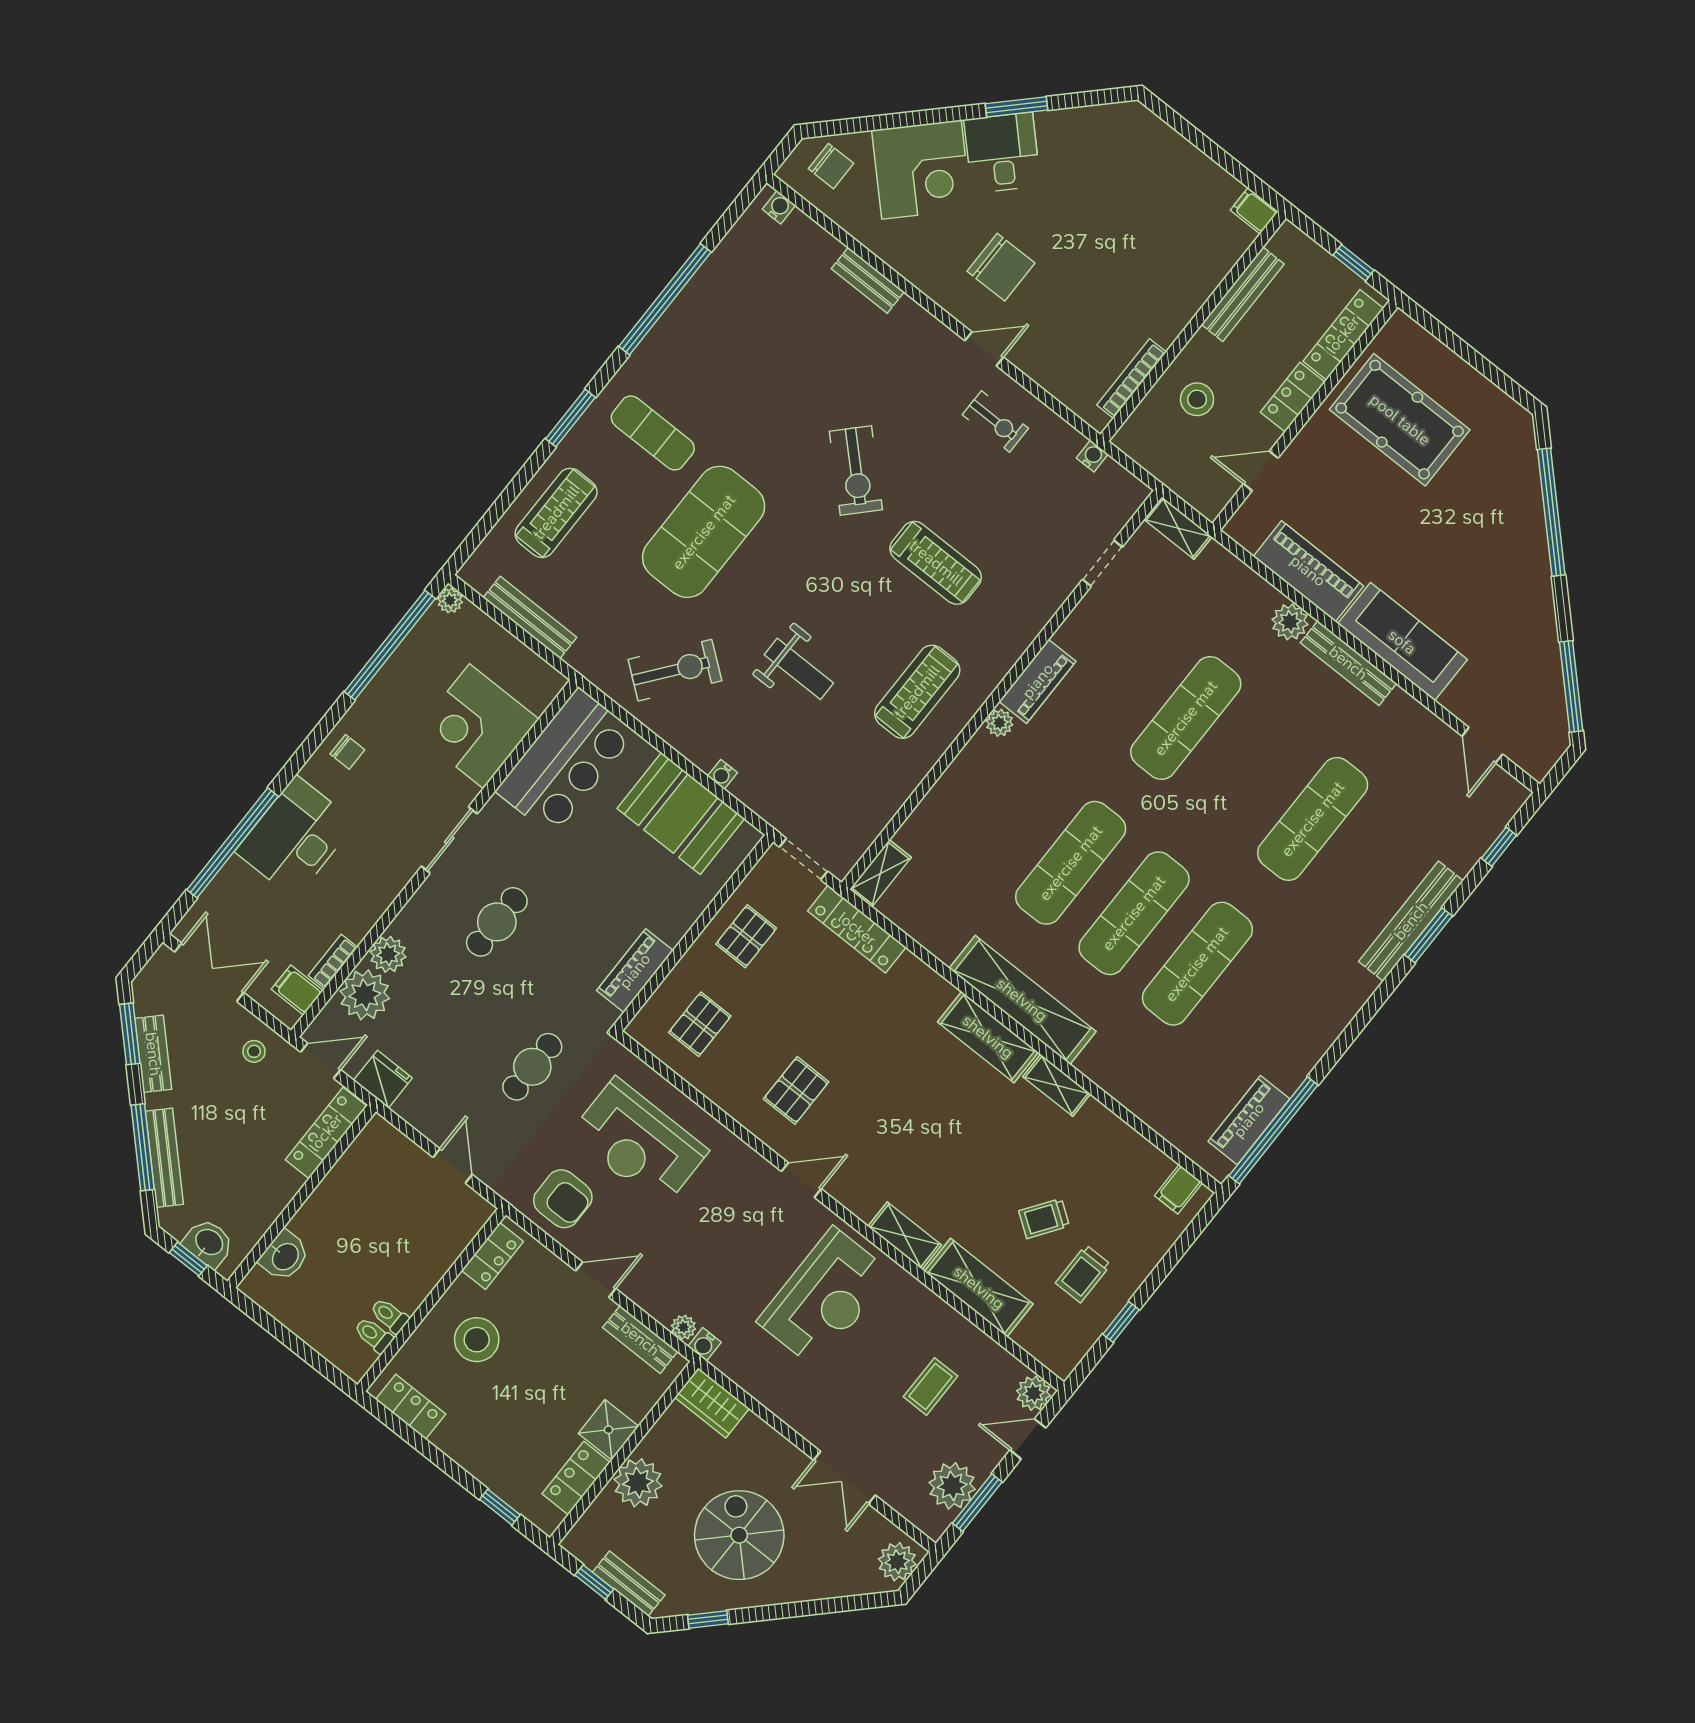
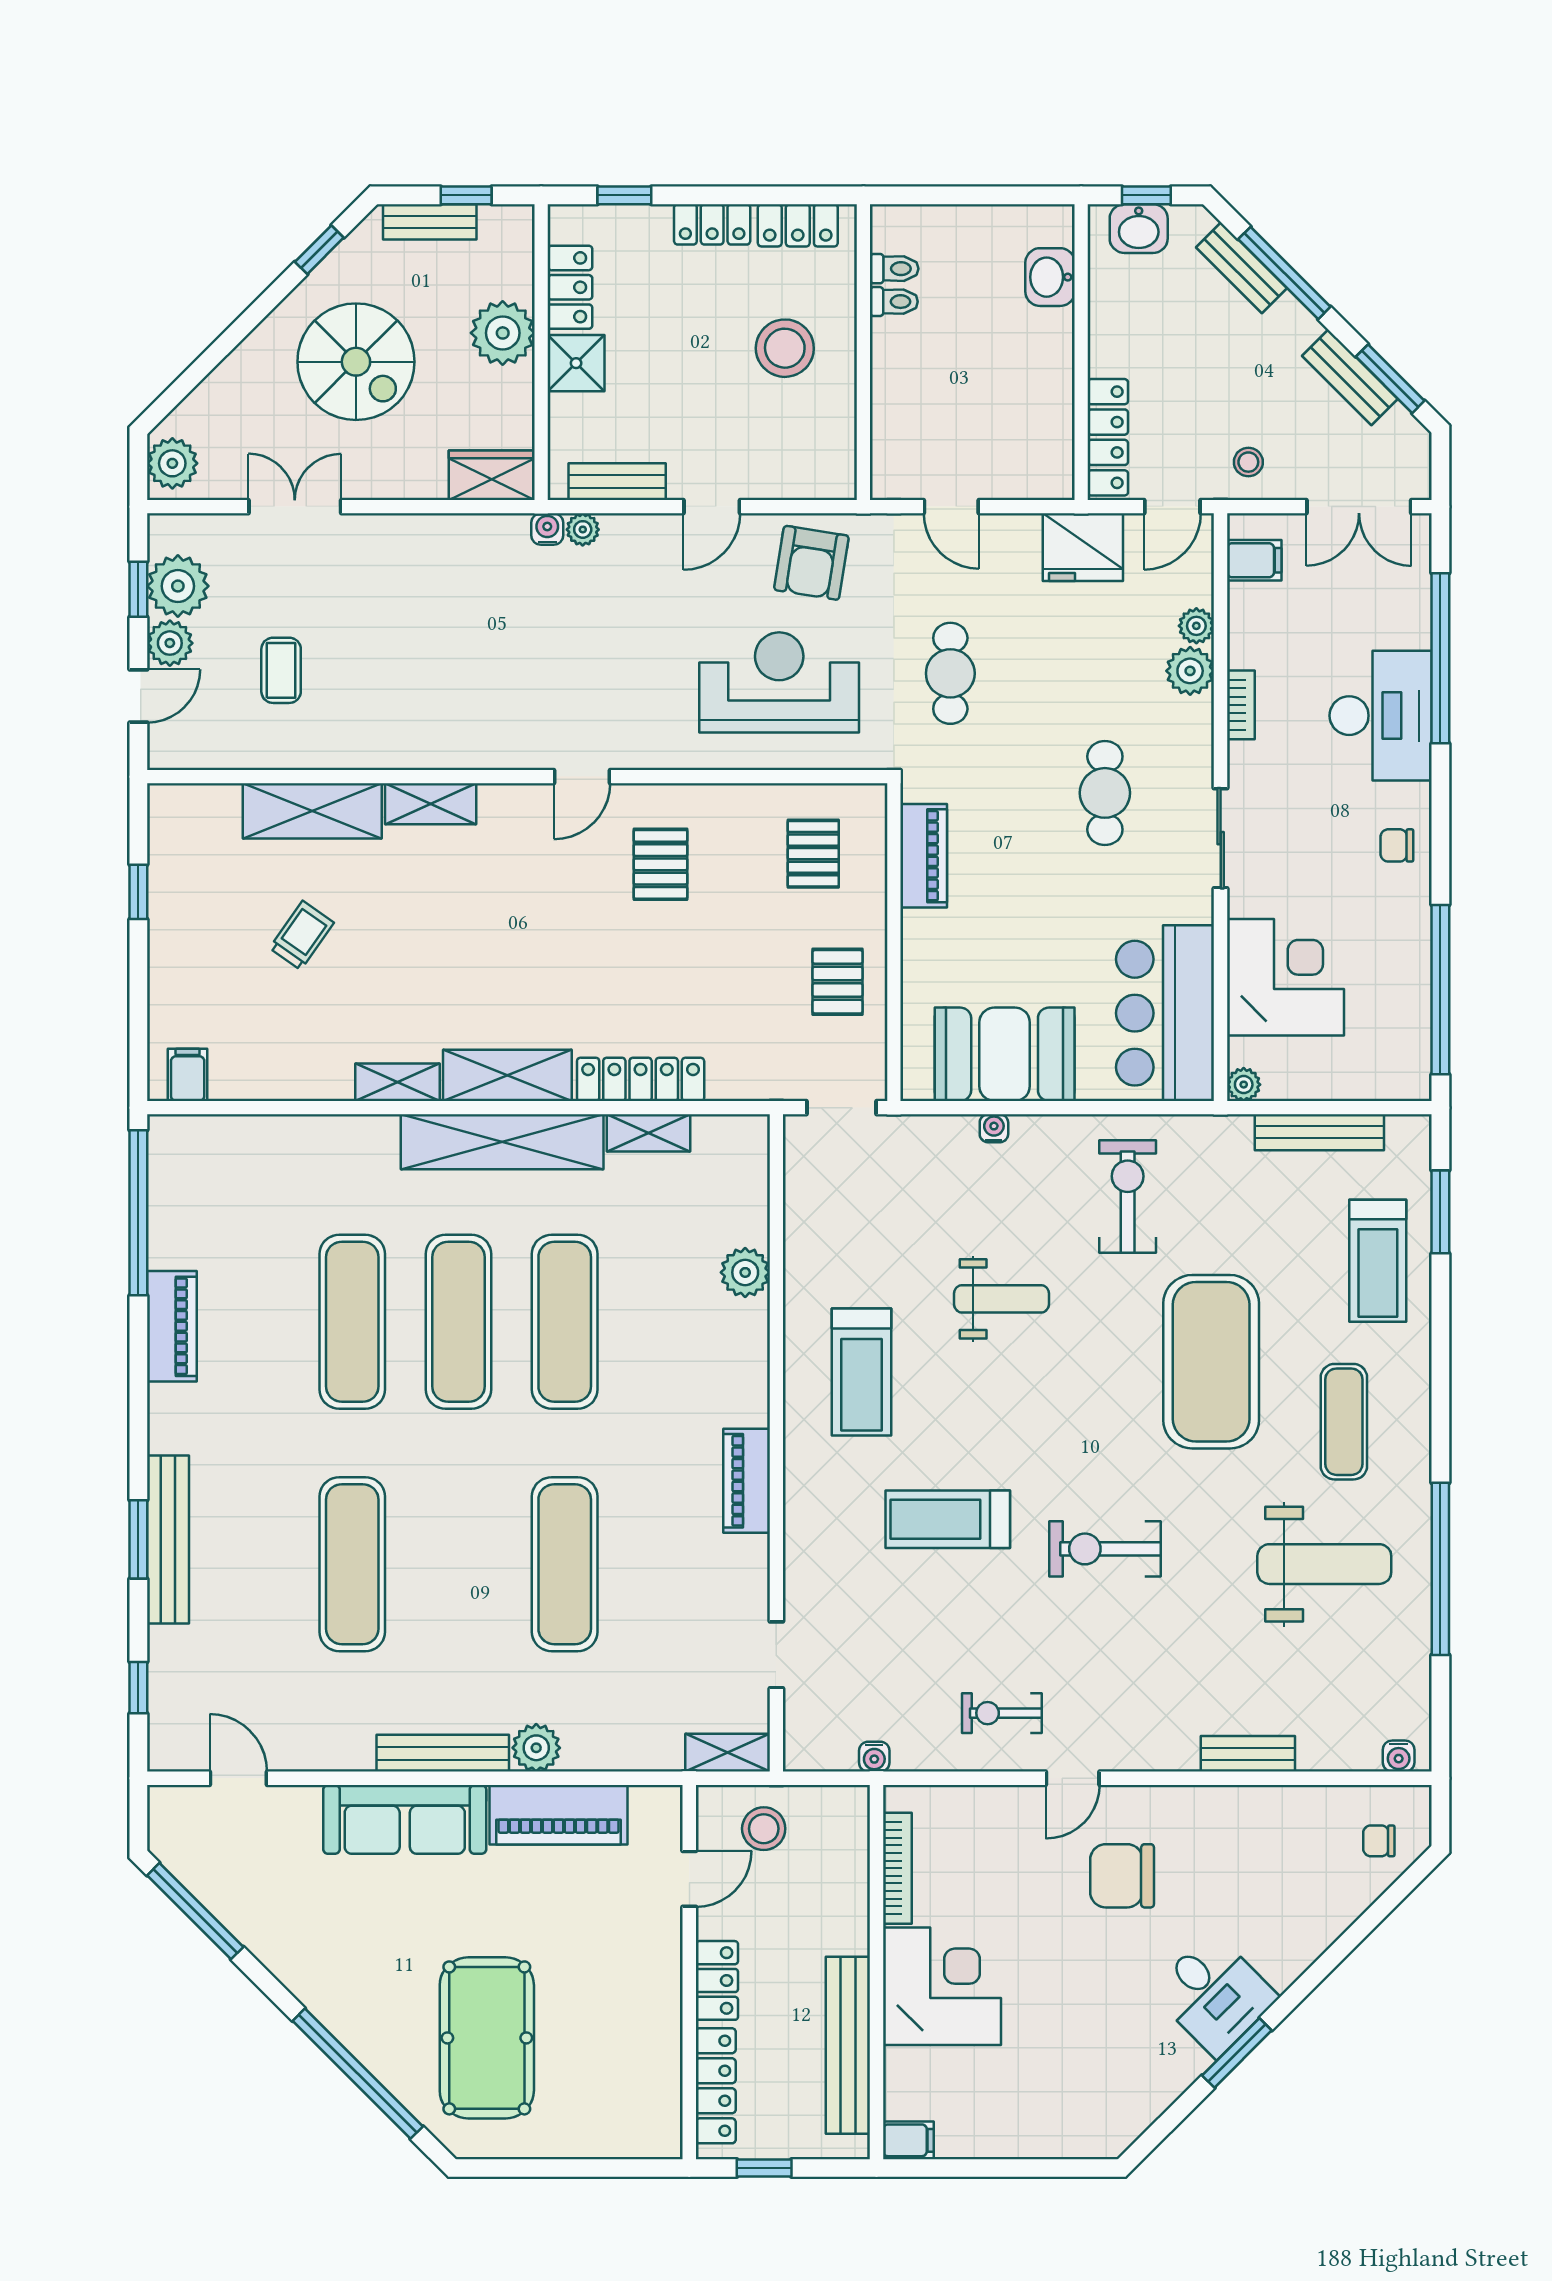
chair: (831, 166) -> (1379, 1841), width x0.73, depth x0.73
corner desk: (921, 170) -> (942, 1986), moved, turned 135
bench: (1243, 294) -> (848, 2045), width x1.37, depth x1.21
weight bench: (732, 357) -> (1324, 1564), added
stool: (1197, 399) -> (764, 1829), moved
window: (571, 418) -> (1440, 1212), moved
pool table: (1400, 420) -> (487, 2038), moved, turned 90
exercise mat: (653, 433) -> (1344, 1422), turned 90
exercise bike: (856, 471) -> (1105, 1549), turned -44
plant: (450, 600) -> (1244, 1085), moved
weight bench: (799, 669) -> (1002, 1299), turned 180
exercise bike: (675, 670) -> (1128, 1197), turned 142
plant: (999, 723) -> (745, 1272), moved, width x1.38, depth x1.38
shelving: (880, 873) -> (649, 1133), moved, turned 90
locker: (857, 929) -> (641, 1079), moved
bookcase: (333, 961) -> (1241, 705), moved
plant: (365, 995) -> (1196, 626), width x0.53, depth x0.53
fridge: (383, 1079) -> (1083, 547), width x1.36, depth x1.34
piano: (1249, 1120) -> (172, 1326), moved
bench: (164, 1158) -> (1242, 268), width x0.73
armchair: (563, 1199) -> (811, 563), turned -81
locker: (493, 1256) -> (712, 224), moved, turned -90
trolley: (1083, 1274) -> (216, 910), removed
reception desk: (825, 1297) -> (463, 675), removed
plant: (1034, 1393) -> (170, 643), moved
window: (977, 1503) -> (138, 589), width x0.67

